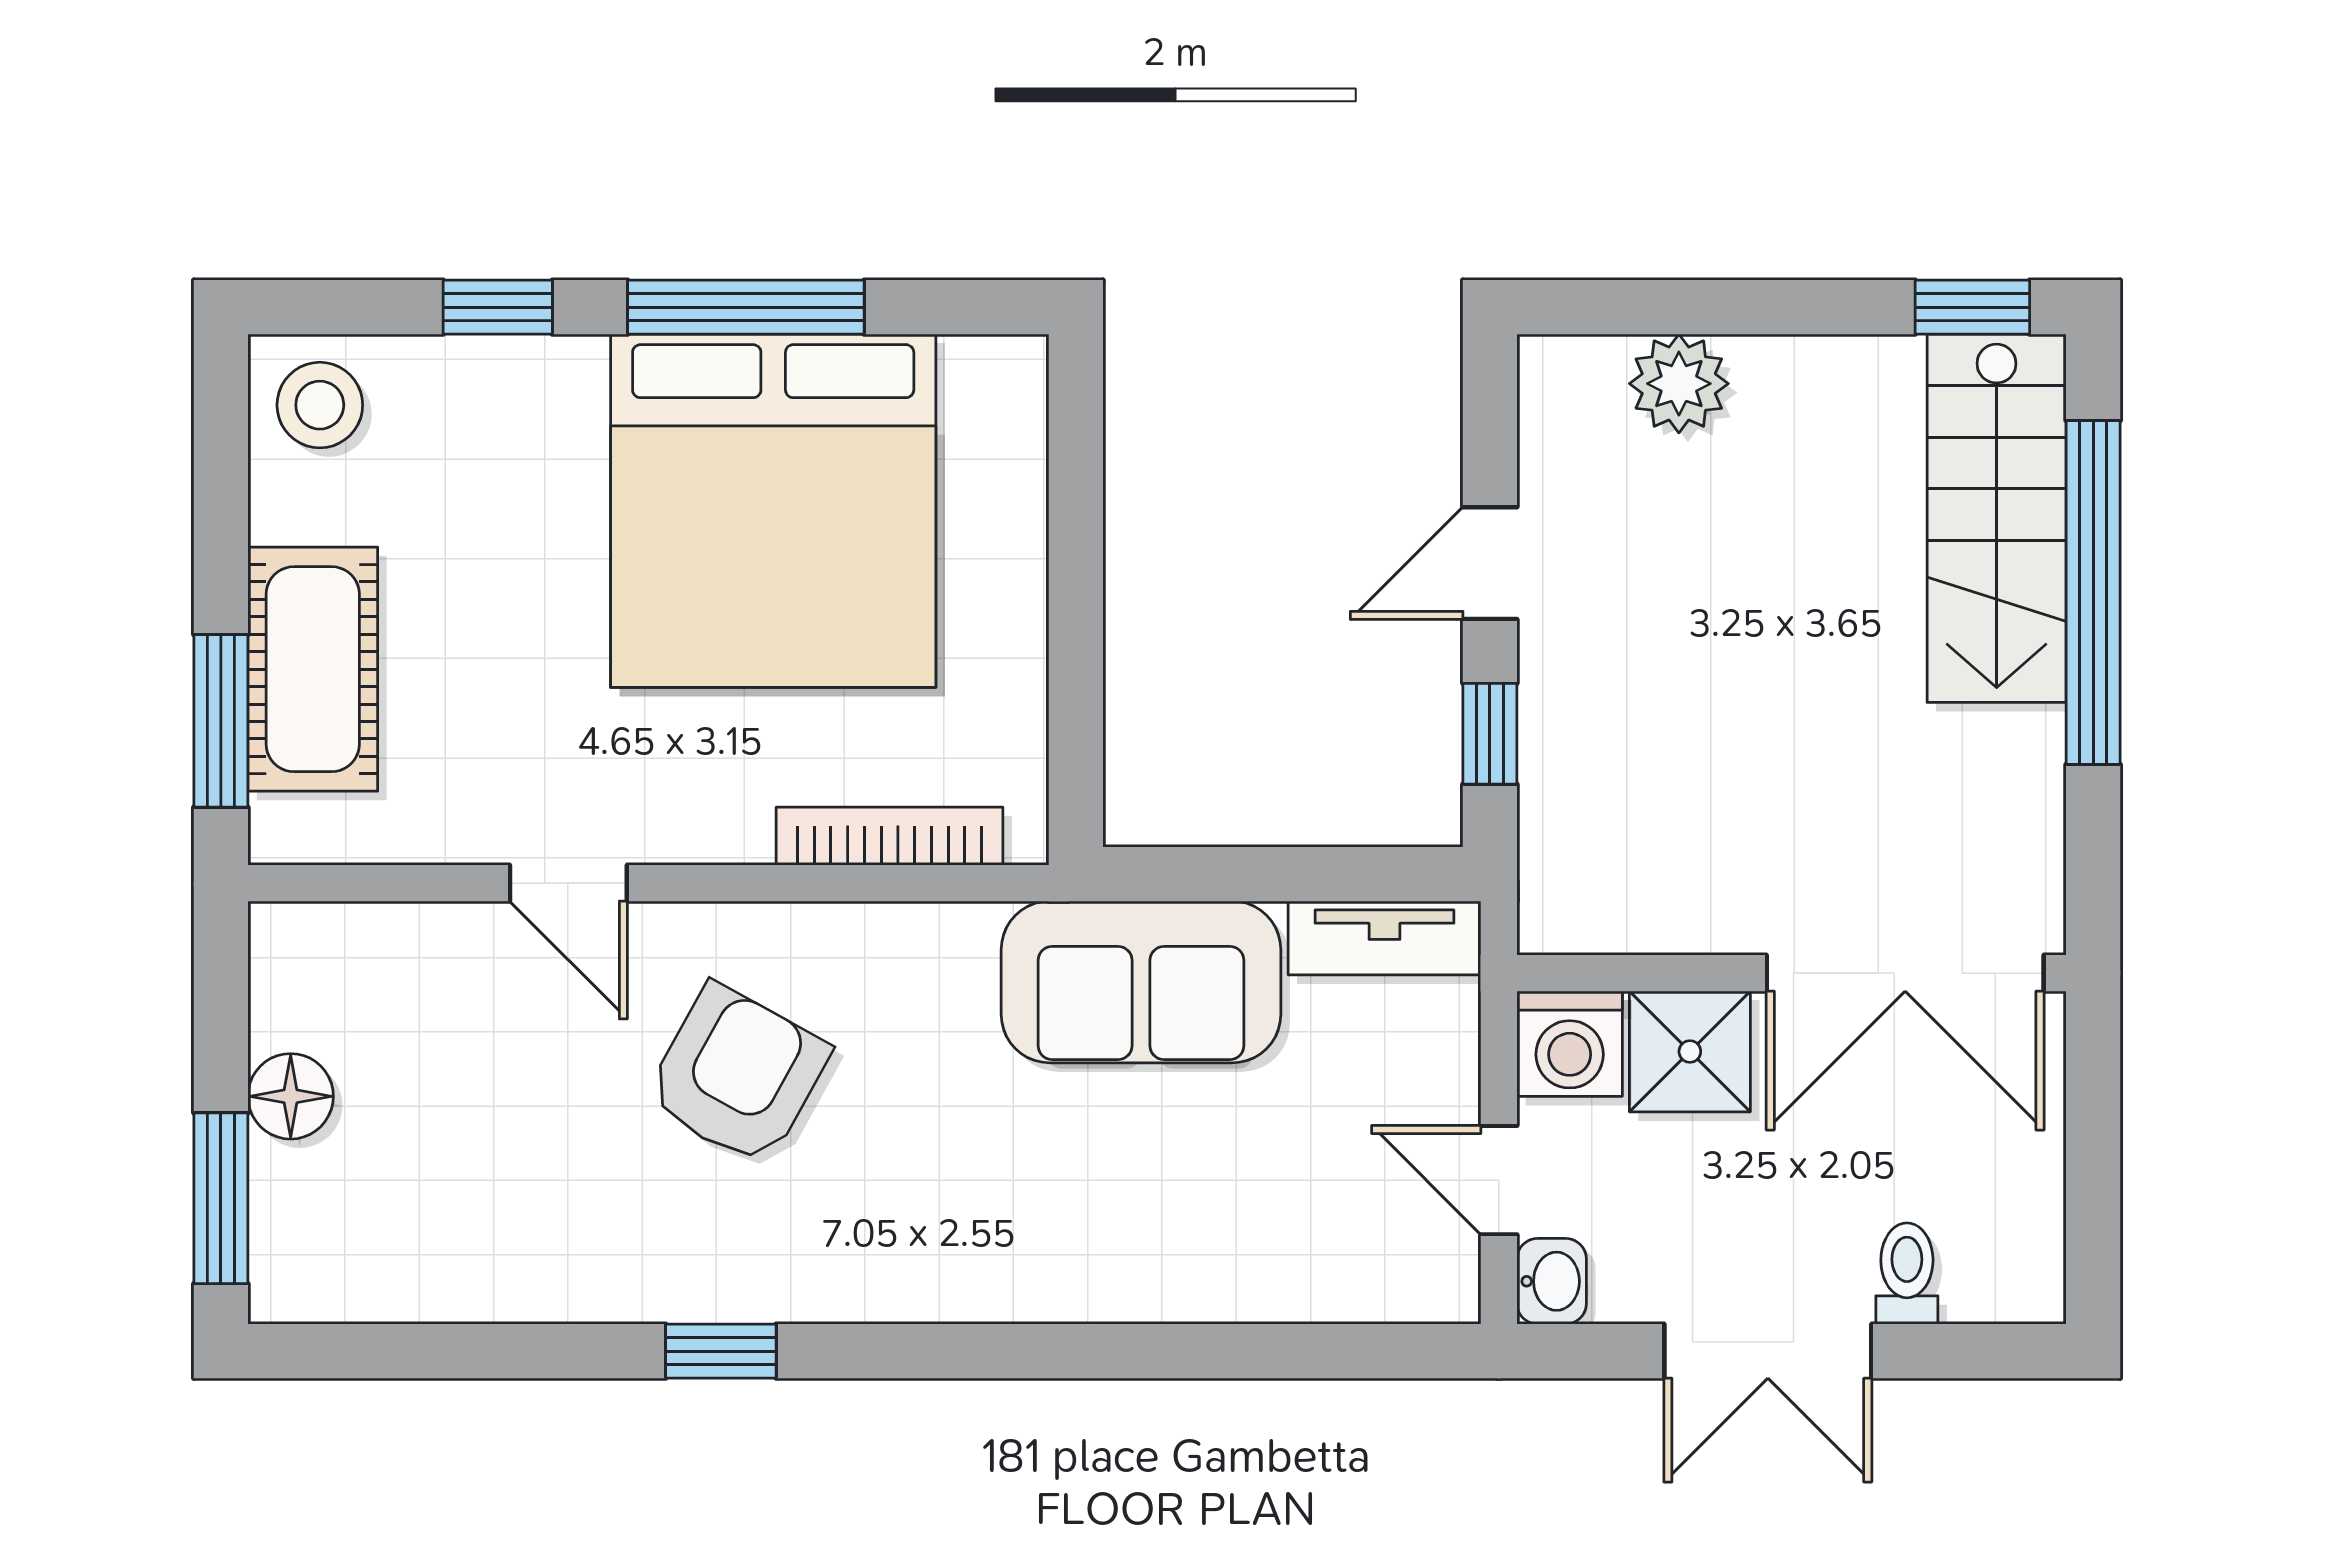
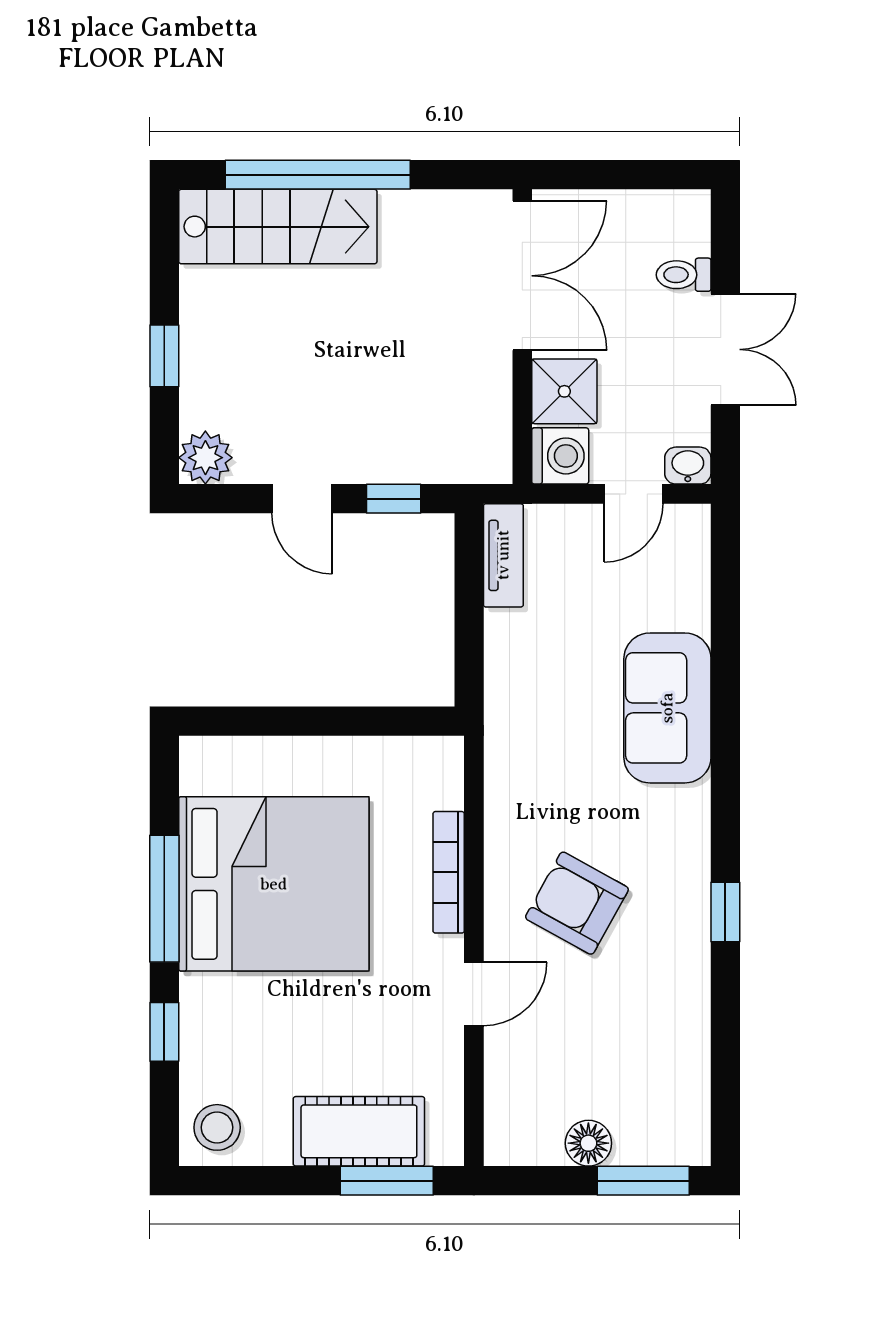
window: (1972, 307) -> (164, 356), moved
plant: (1679, 384) -> (205, 458), moved
bookcase: (890, 836) -> (449, 872), moved
sofa: (1141, 982) -> (667, 708), moved, turned 180

